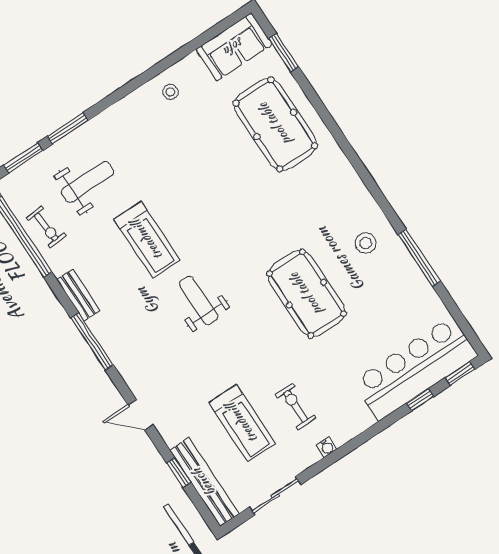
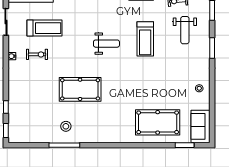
window: (68, 129) -> (212, 48), moved
treadmill: (147, 240) -> (145, 39), turned -90
stool: (366, 243) -> (66, 126), moved
bar counter: (415, 368) -> (20, 114), removed
treadmill: (242, 423) -> (45, 28), turned 180

